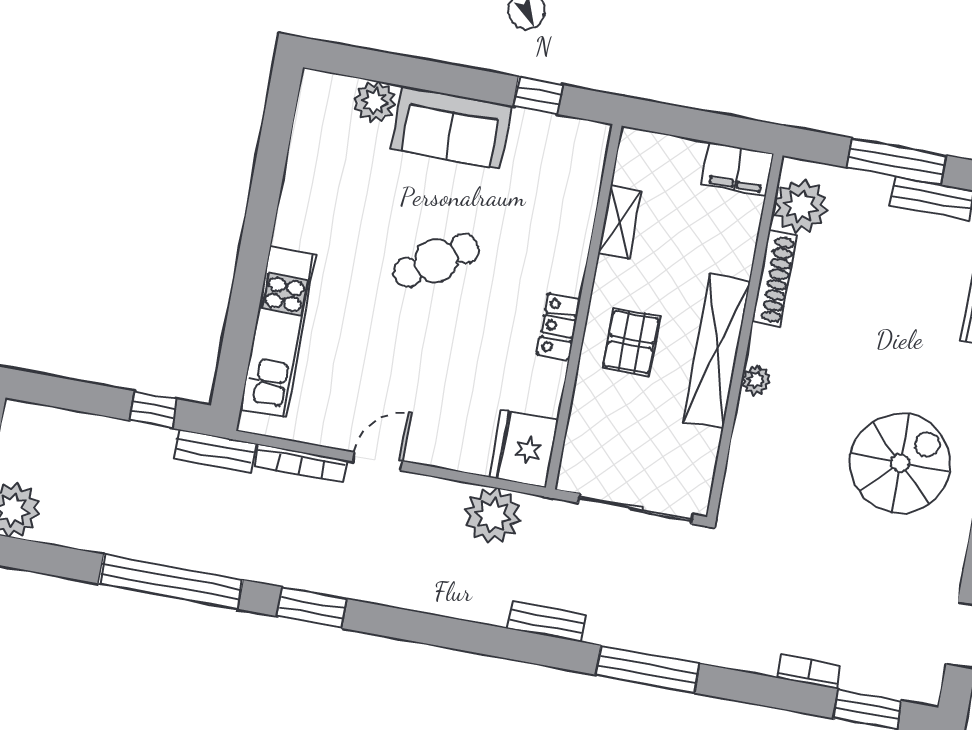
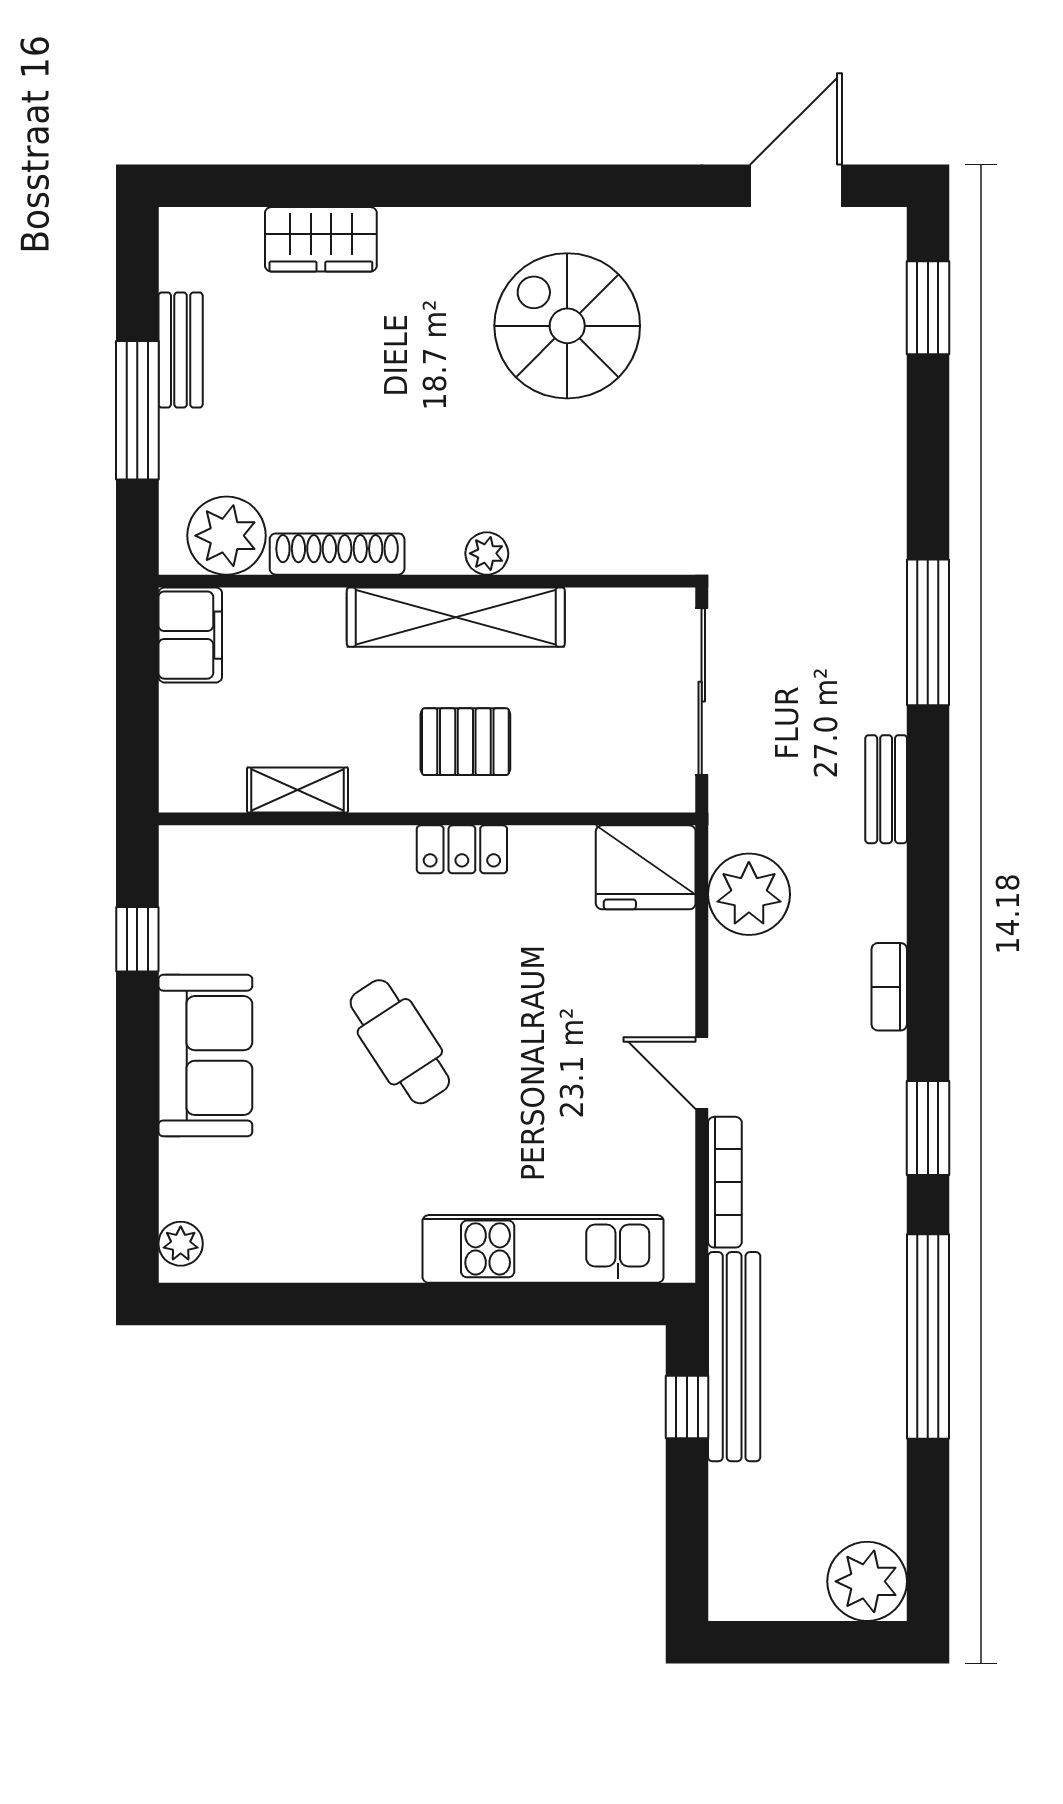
plant: (375, 102) -> (181, 1244), moved, width x0.73, depth x0.73
bench: (215, 451) -> (734, 1357), width x1.86, depth x1.21
bookcase: (808, 672) -> (889, 987), moved

